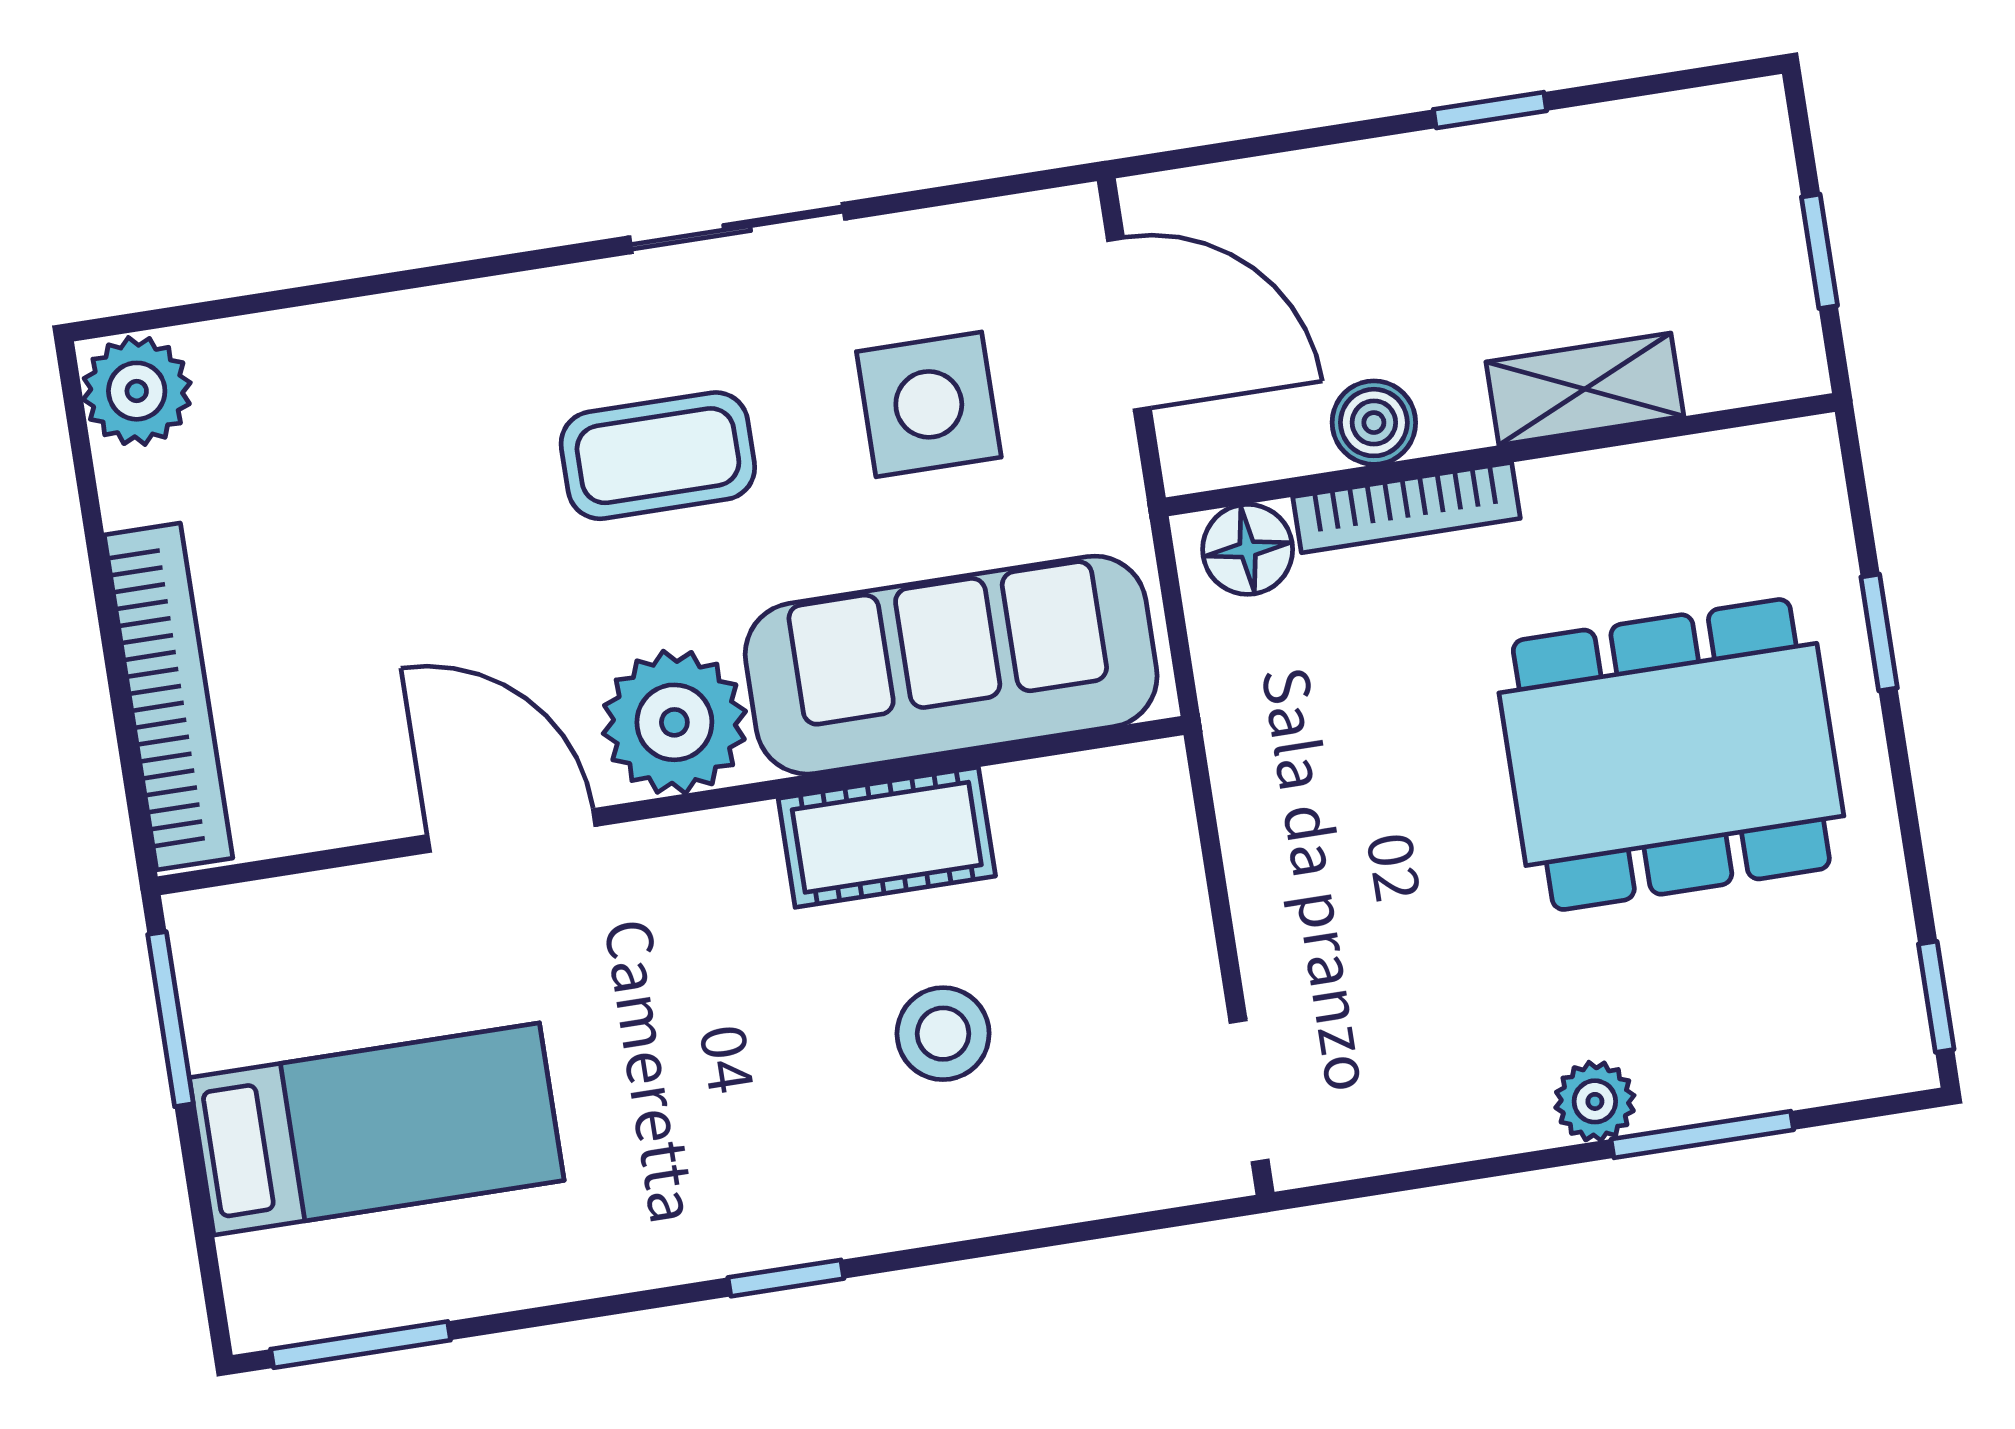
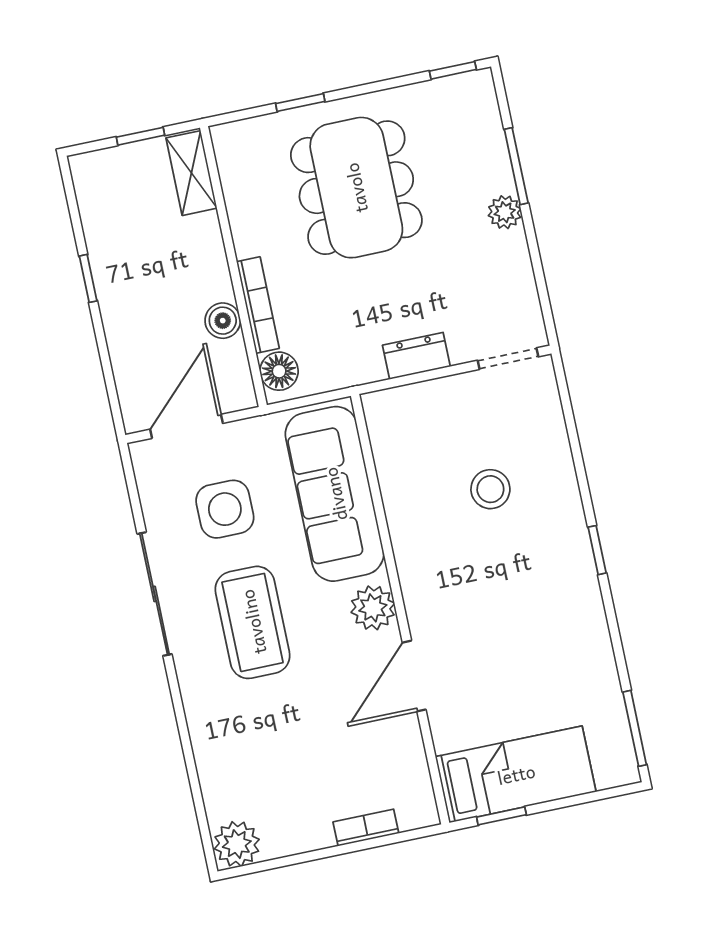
sliding door: (737, 228) -> (155, 594), width x1.37
shelving: (1585, 389) -> (191, 173), moved
coffee table: (658, 456) -> (253, 622), width x1.36, depth x1.32
bookcase: (169, 696) -> (366, 828), width x0.43, depth x0.76
plant: (674, 722) -> (373, 608), width x0.73, depth x0.73
cot: (887, 837) -> (409, 517), removed
dresser: (1267, 875) -> (416, 356), added
window: (170, 1019) -> (501, 816), width x0.67
bed: (377, 1129) -> (516, 774), moved, turned 90

